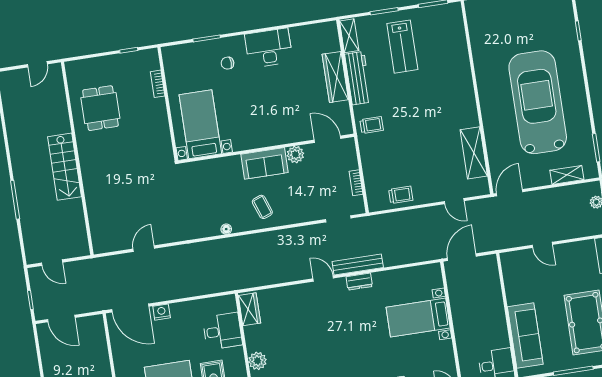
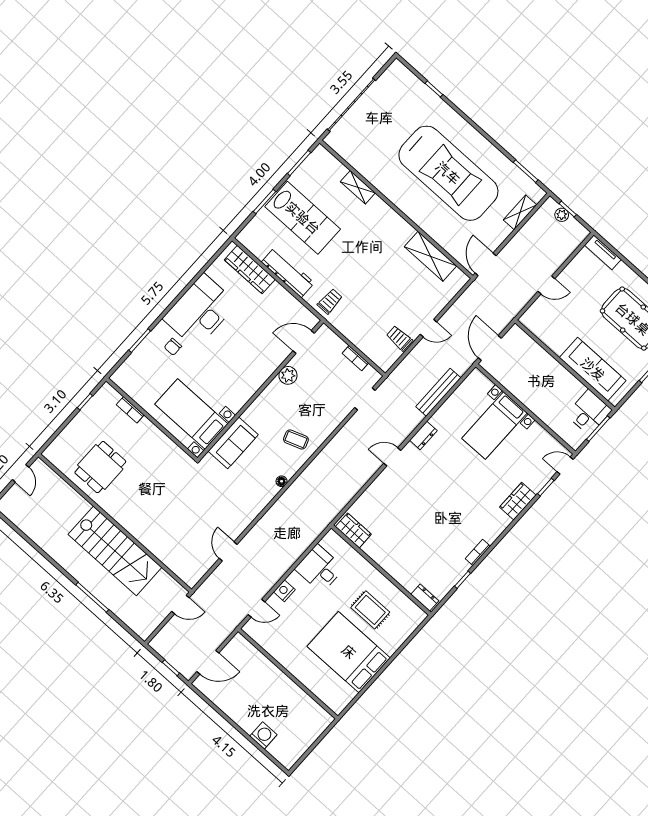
shelving: (349, 36) -> (358, 187), moved
lab bench: (402, 47) -> (303, 218), width x1.36, depth x1.39
desk: (269, 48) -> (200, 311), width x1.36, depth x1.30
wardrobe: (335, 77) -> (250, 270), moved
car: (538, 102) -> (448, 173), turned 180
dining table: (100, 108) -> (100, 467), turned 90
sofa: (265, 163) -> (233, 443), moved
stairs: (65, 167) -> (115, 551), width x1.36, depth x1.51
trolley: (401, 195) -> (399, 338), turned -90
door: (454, 201) -> (428, 328), moved
door: (52, 263) -> (180, 605), moved
bench: (358, 265) -> (438, 392), moved
door: (130, 308) -> (256, 608), width x0.53
desk: (222, 331) -> (319, 568), moved, turned -90
plant: (257, 361) -> (394, 567), removed

